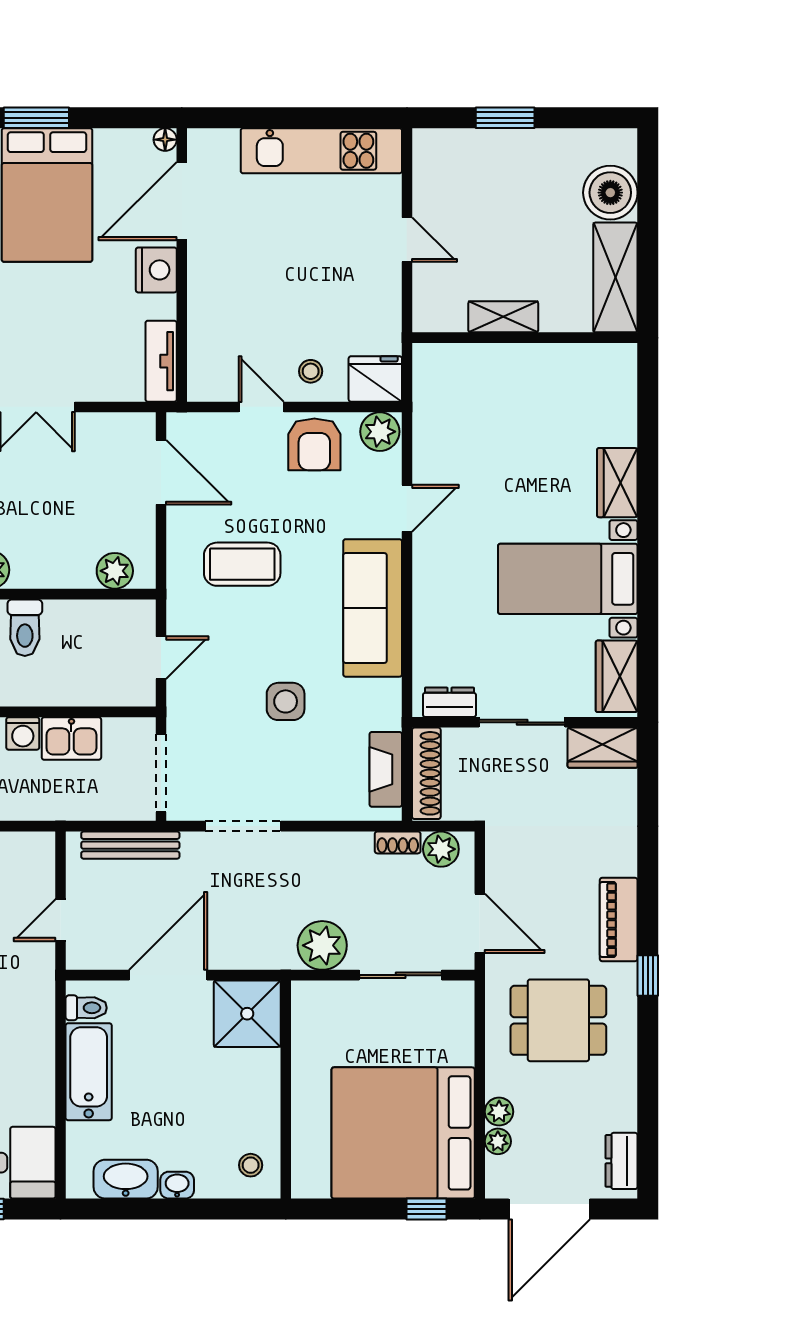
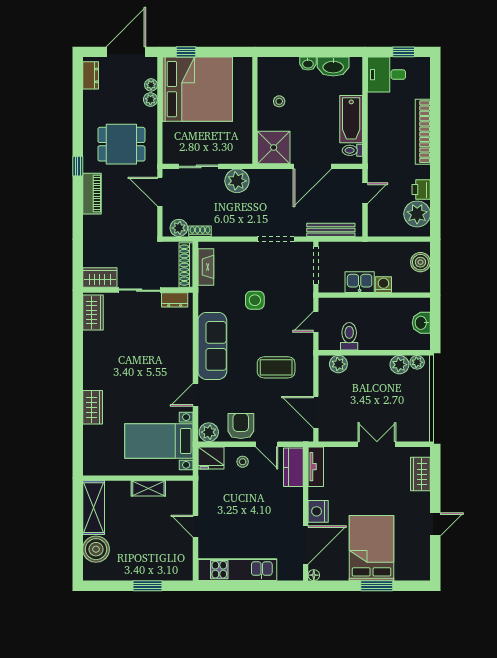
kitchen counter: (207, 360) -> (293, 467), added
bed with nightstands: (568, 579) -> (159, 441), moved, turned 180
toilet: (25, 628) -> (349, 336), moved
stool: (251, 1165) -> (279, 101), moved

